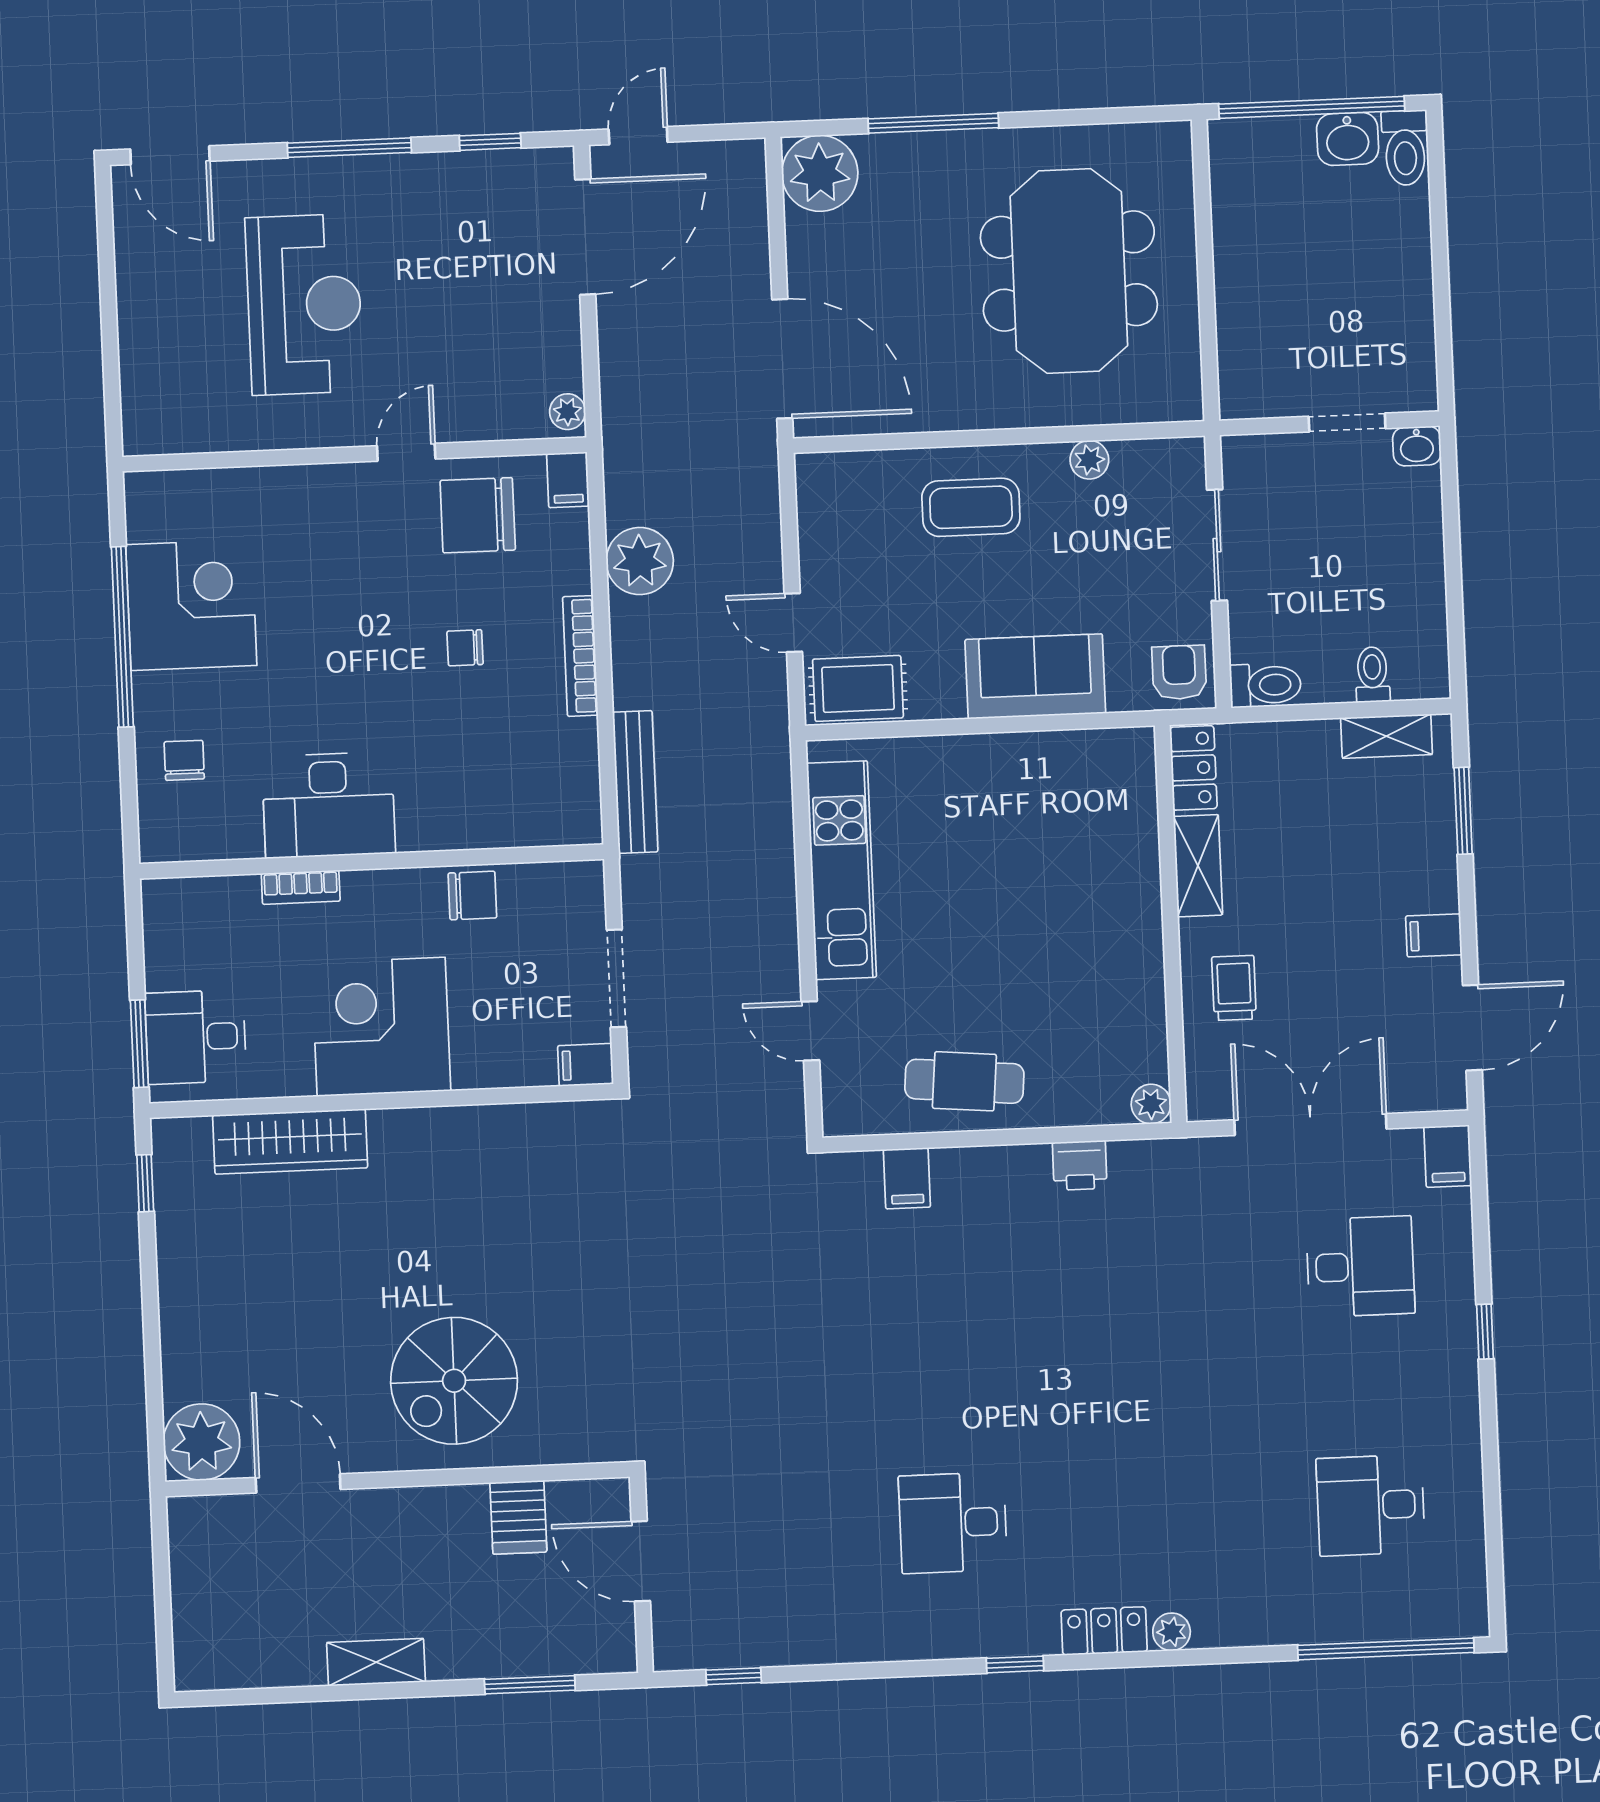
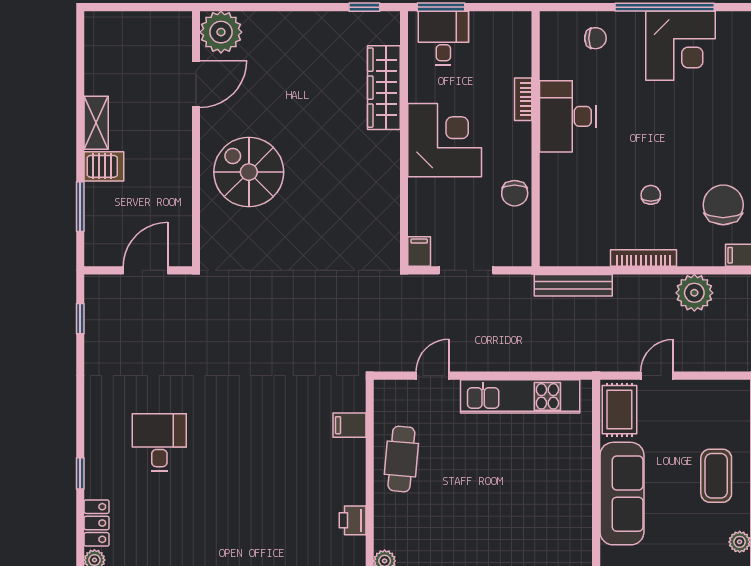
sofa: (1035, 676) -> (622, 494), width x1.36
server rack: (518, 1517) -> (104, 166), moved, turned 180

